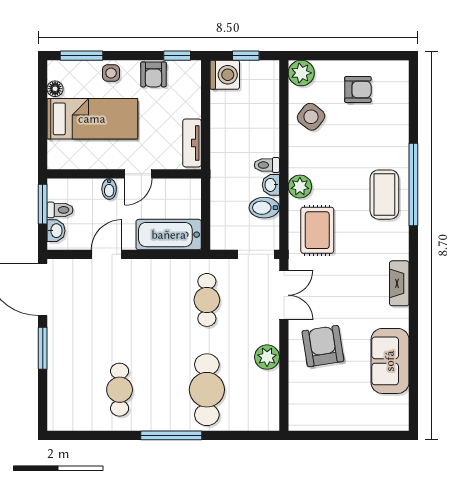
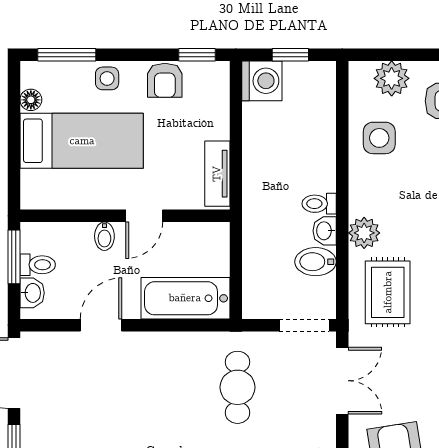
plant: (301, 73) -> (392, 78), moved
side table: (311, 117) -> (379, 138), turned -38

